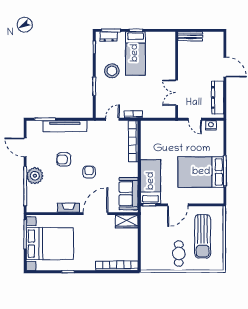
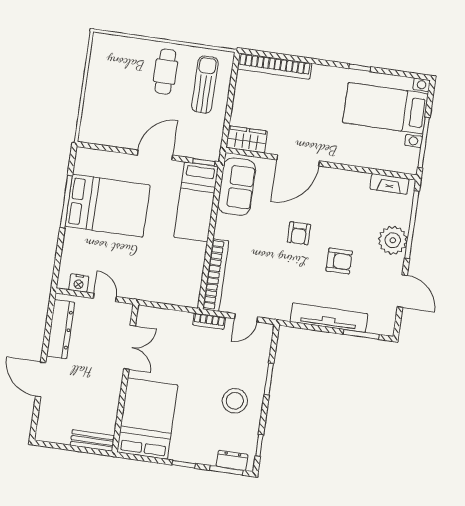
bed: (135, 53) -> (147, 419), moved, width x1.50
fireplace: (68, 208) -> (389, 184), moved
sun lounger: (203, 236) -> (205, 84), moved, width x0.73, depth x0.75
bed with nightstands: (50, 244) -> (386, 108), width x0.73

